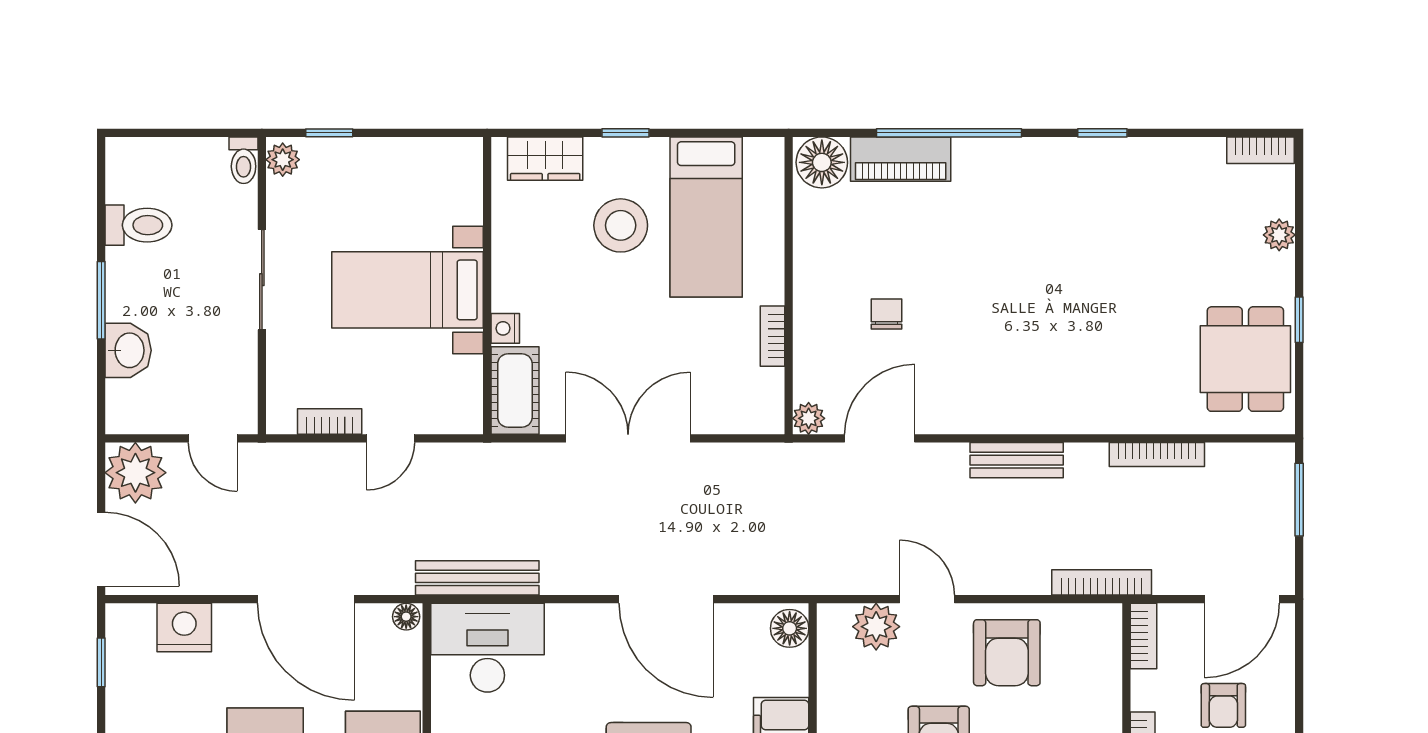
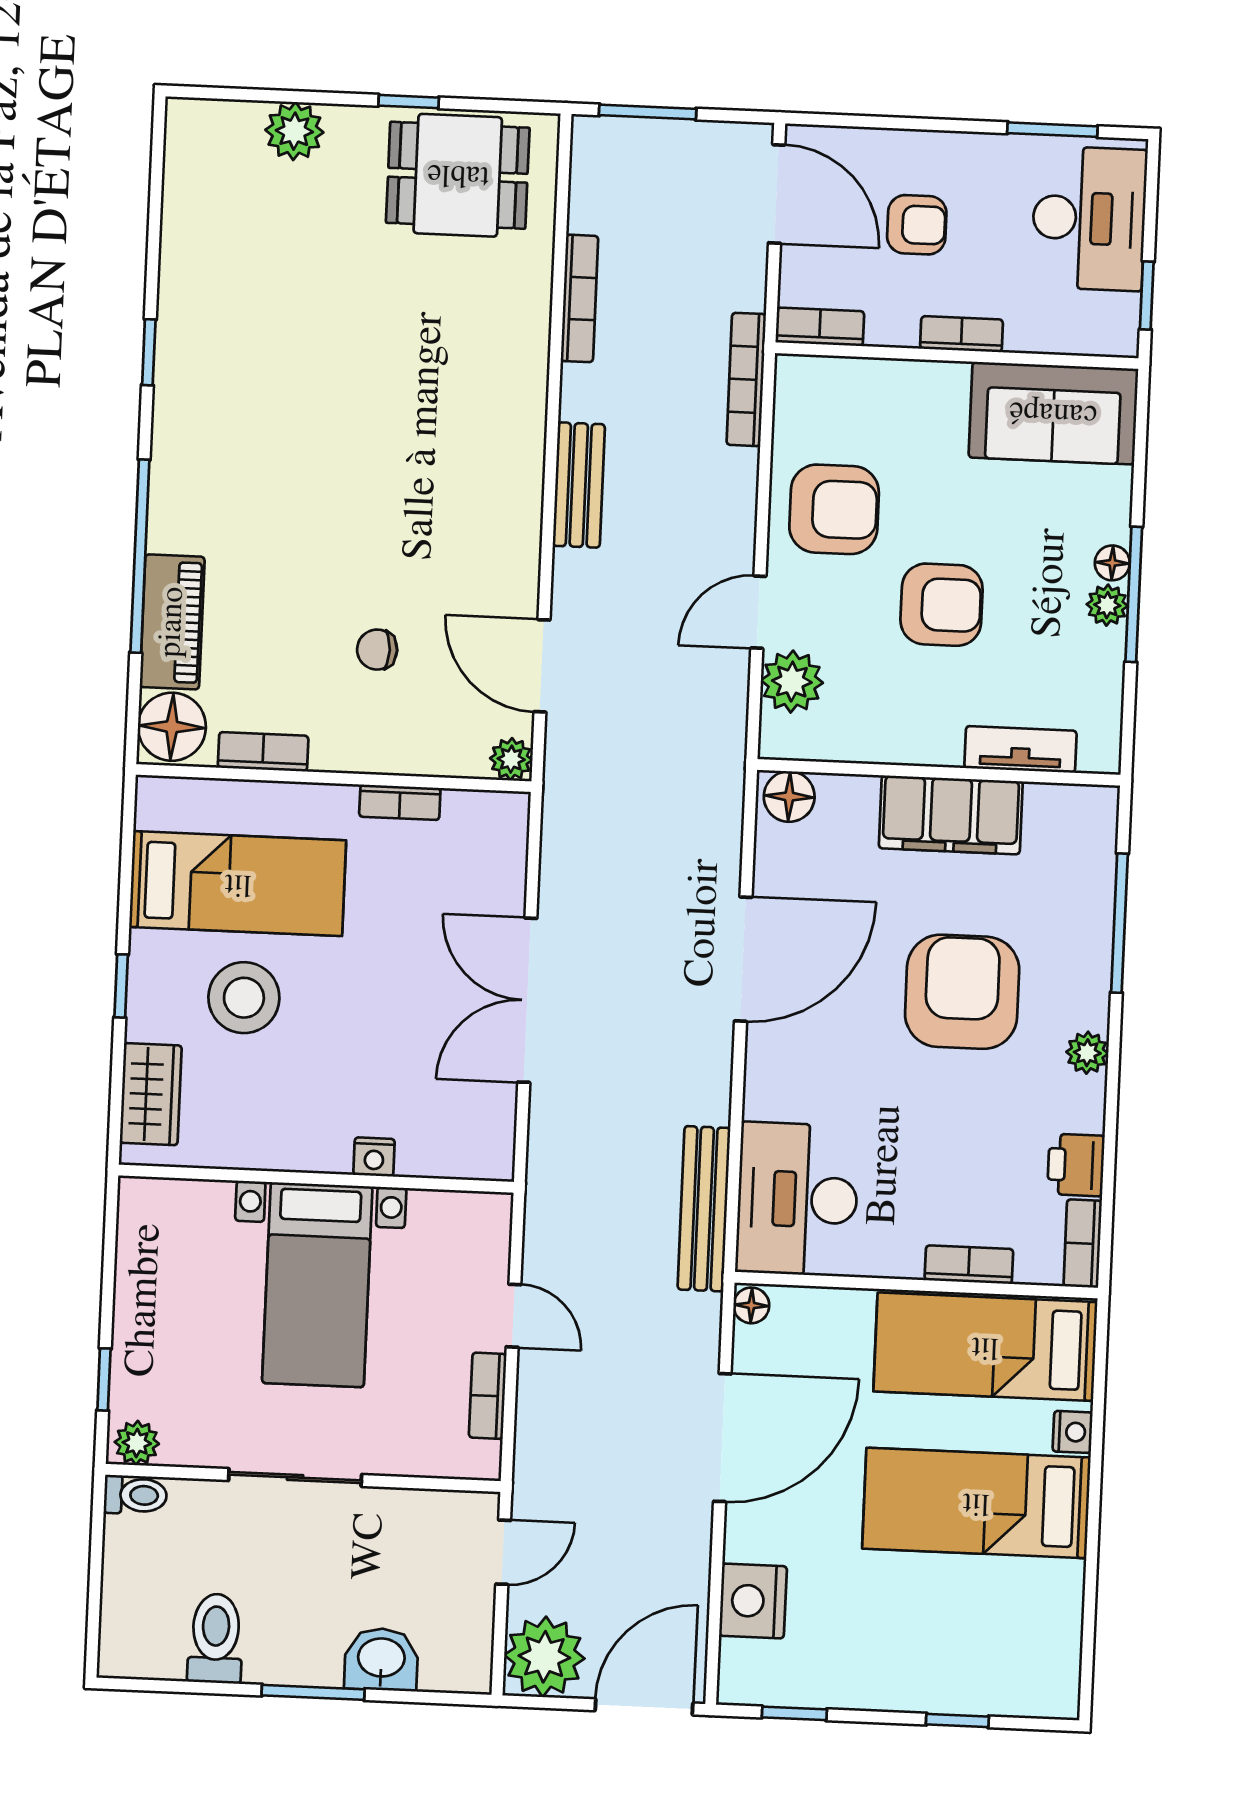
bookcase: (1260, 150) -> (263, 752), moved, turned -90
plant: (1279, 235) -> (294, 131), width x1.38, depth x1.38
cot: (515, 390) -> (457, 1148), removed

